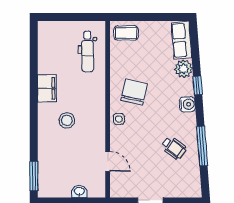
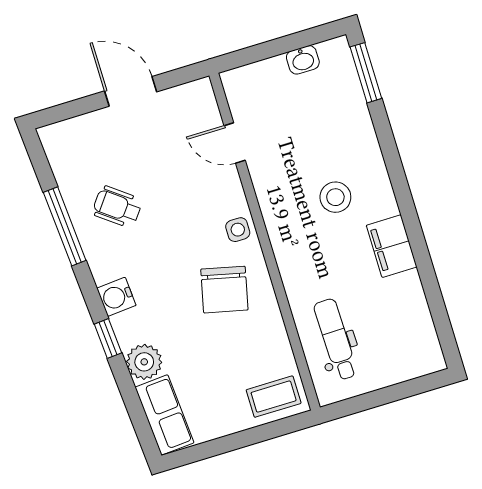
washbasin: (79, 192) -> (303, 60), moved

